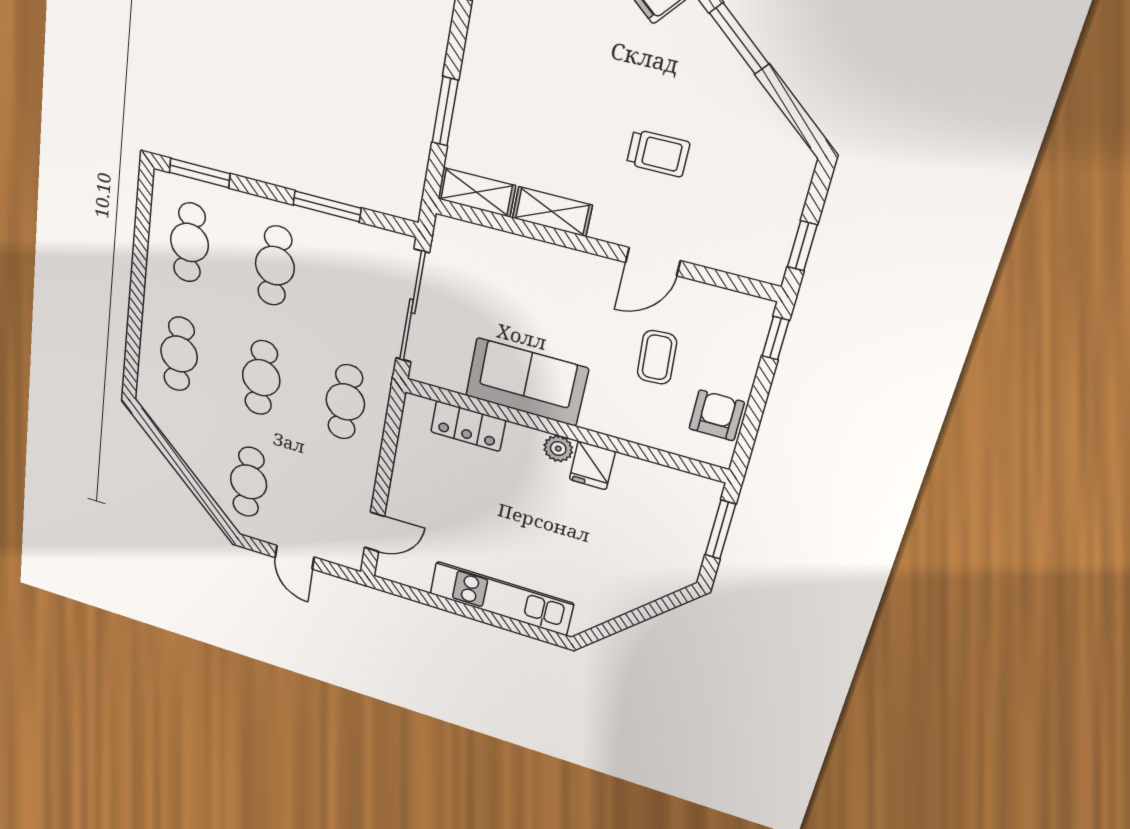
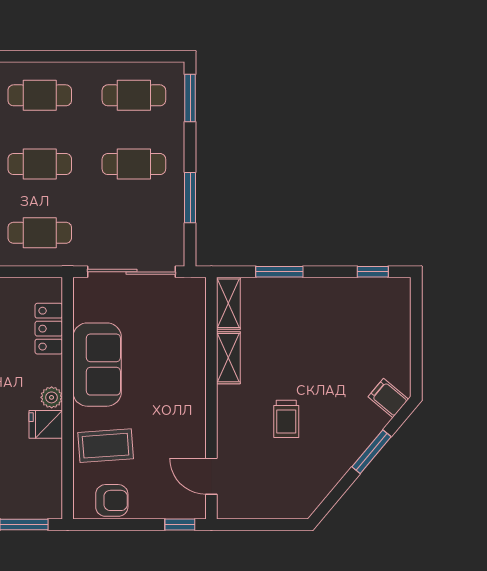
window: (802, 246) -> (248, 525), removed
door: (653, 262) -> (211, 476), moved
coffee table: (657, 357) -> (106, 446), moved, width x1.36, depth x1.30

